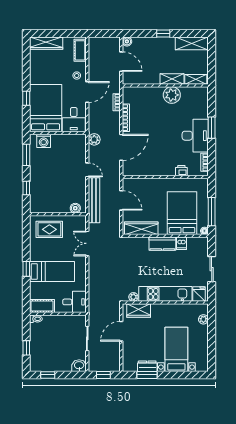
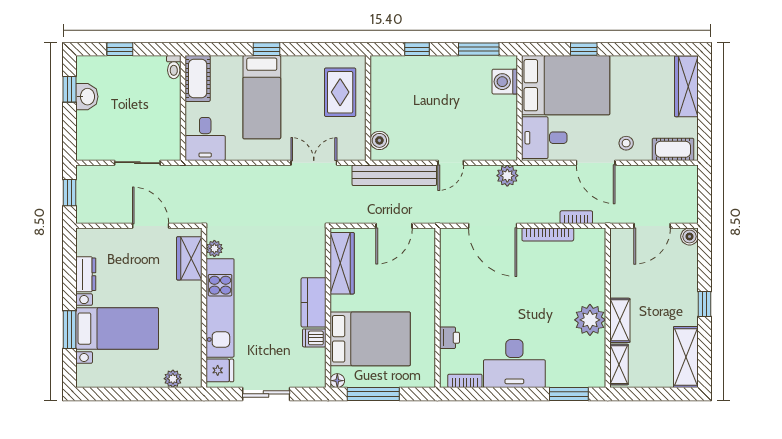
window: (212, 128) -> (569, 394), moved
washbasin: (79, 366) -> (87, 97), moved
window: (147, 375) -> (69, 330), moved

